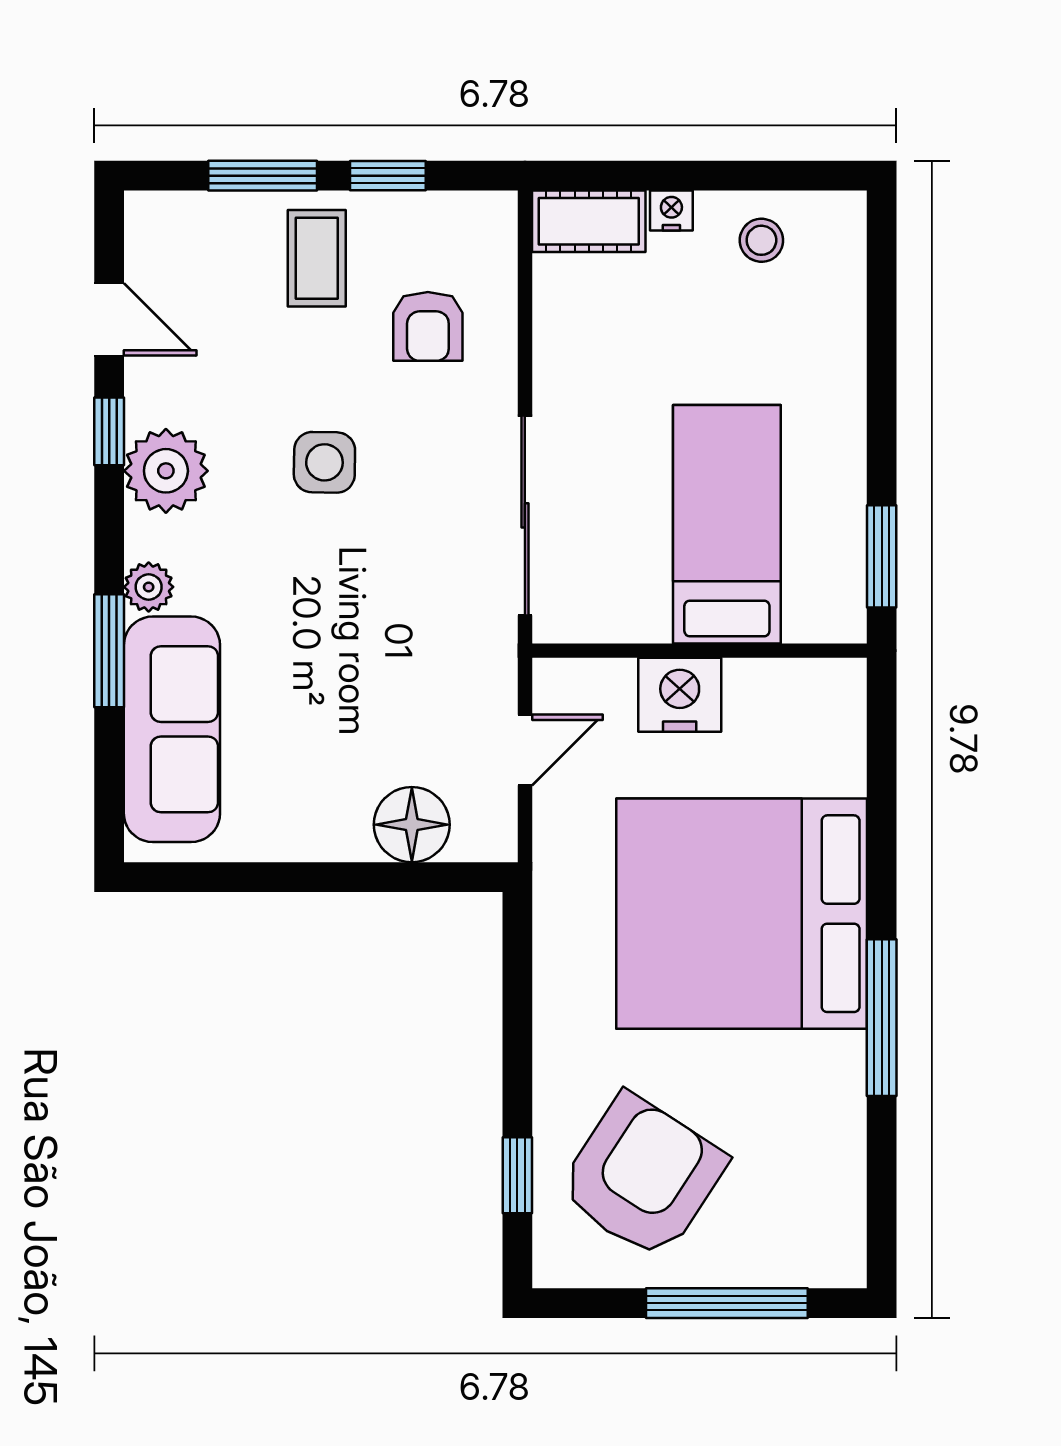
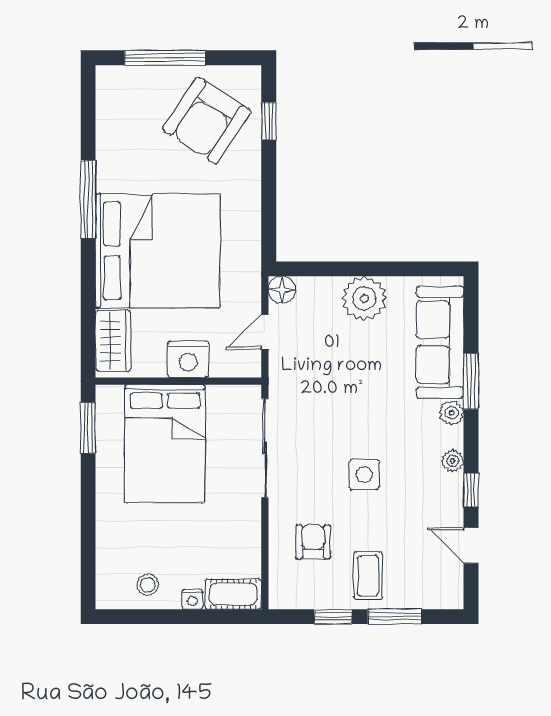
plant: (166, 471) -> (453, 461), width x0.53, depth x0.53
bed: (727, 524) -> (165, 444), width x1.50
wardrobe: (831, 732) -> (113, 341), added
plant: (325, 818) -> (364, 298), added
floor lamp: (412, 825) -> (282, 290), moved, width x0.73, depth x0.73

